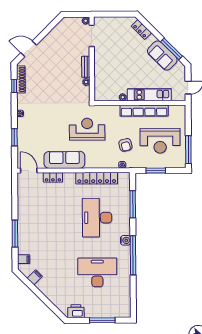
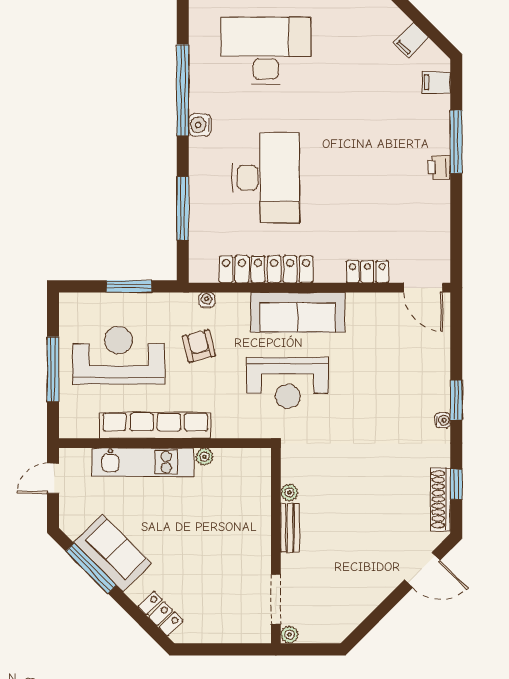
window: (14, 137) -> (456, 400), moved
window: (188, 150) -> (53, 369), moved
sofa: (64, 160) -> (298, 312), moved
printer: (22, 223) -> (439, 167), added
desk: (97, 272) -> (266, 51), turned 180

